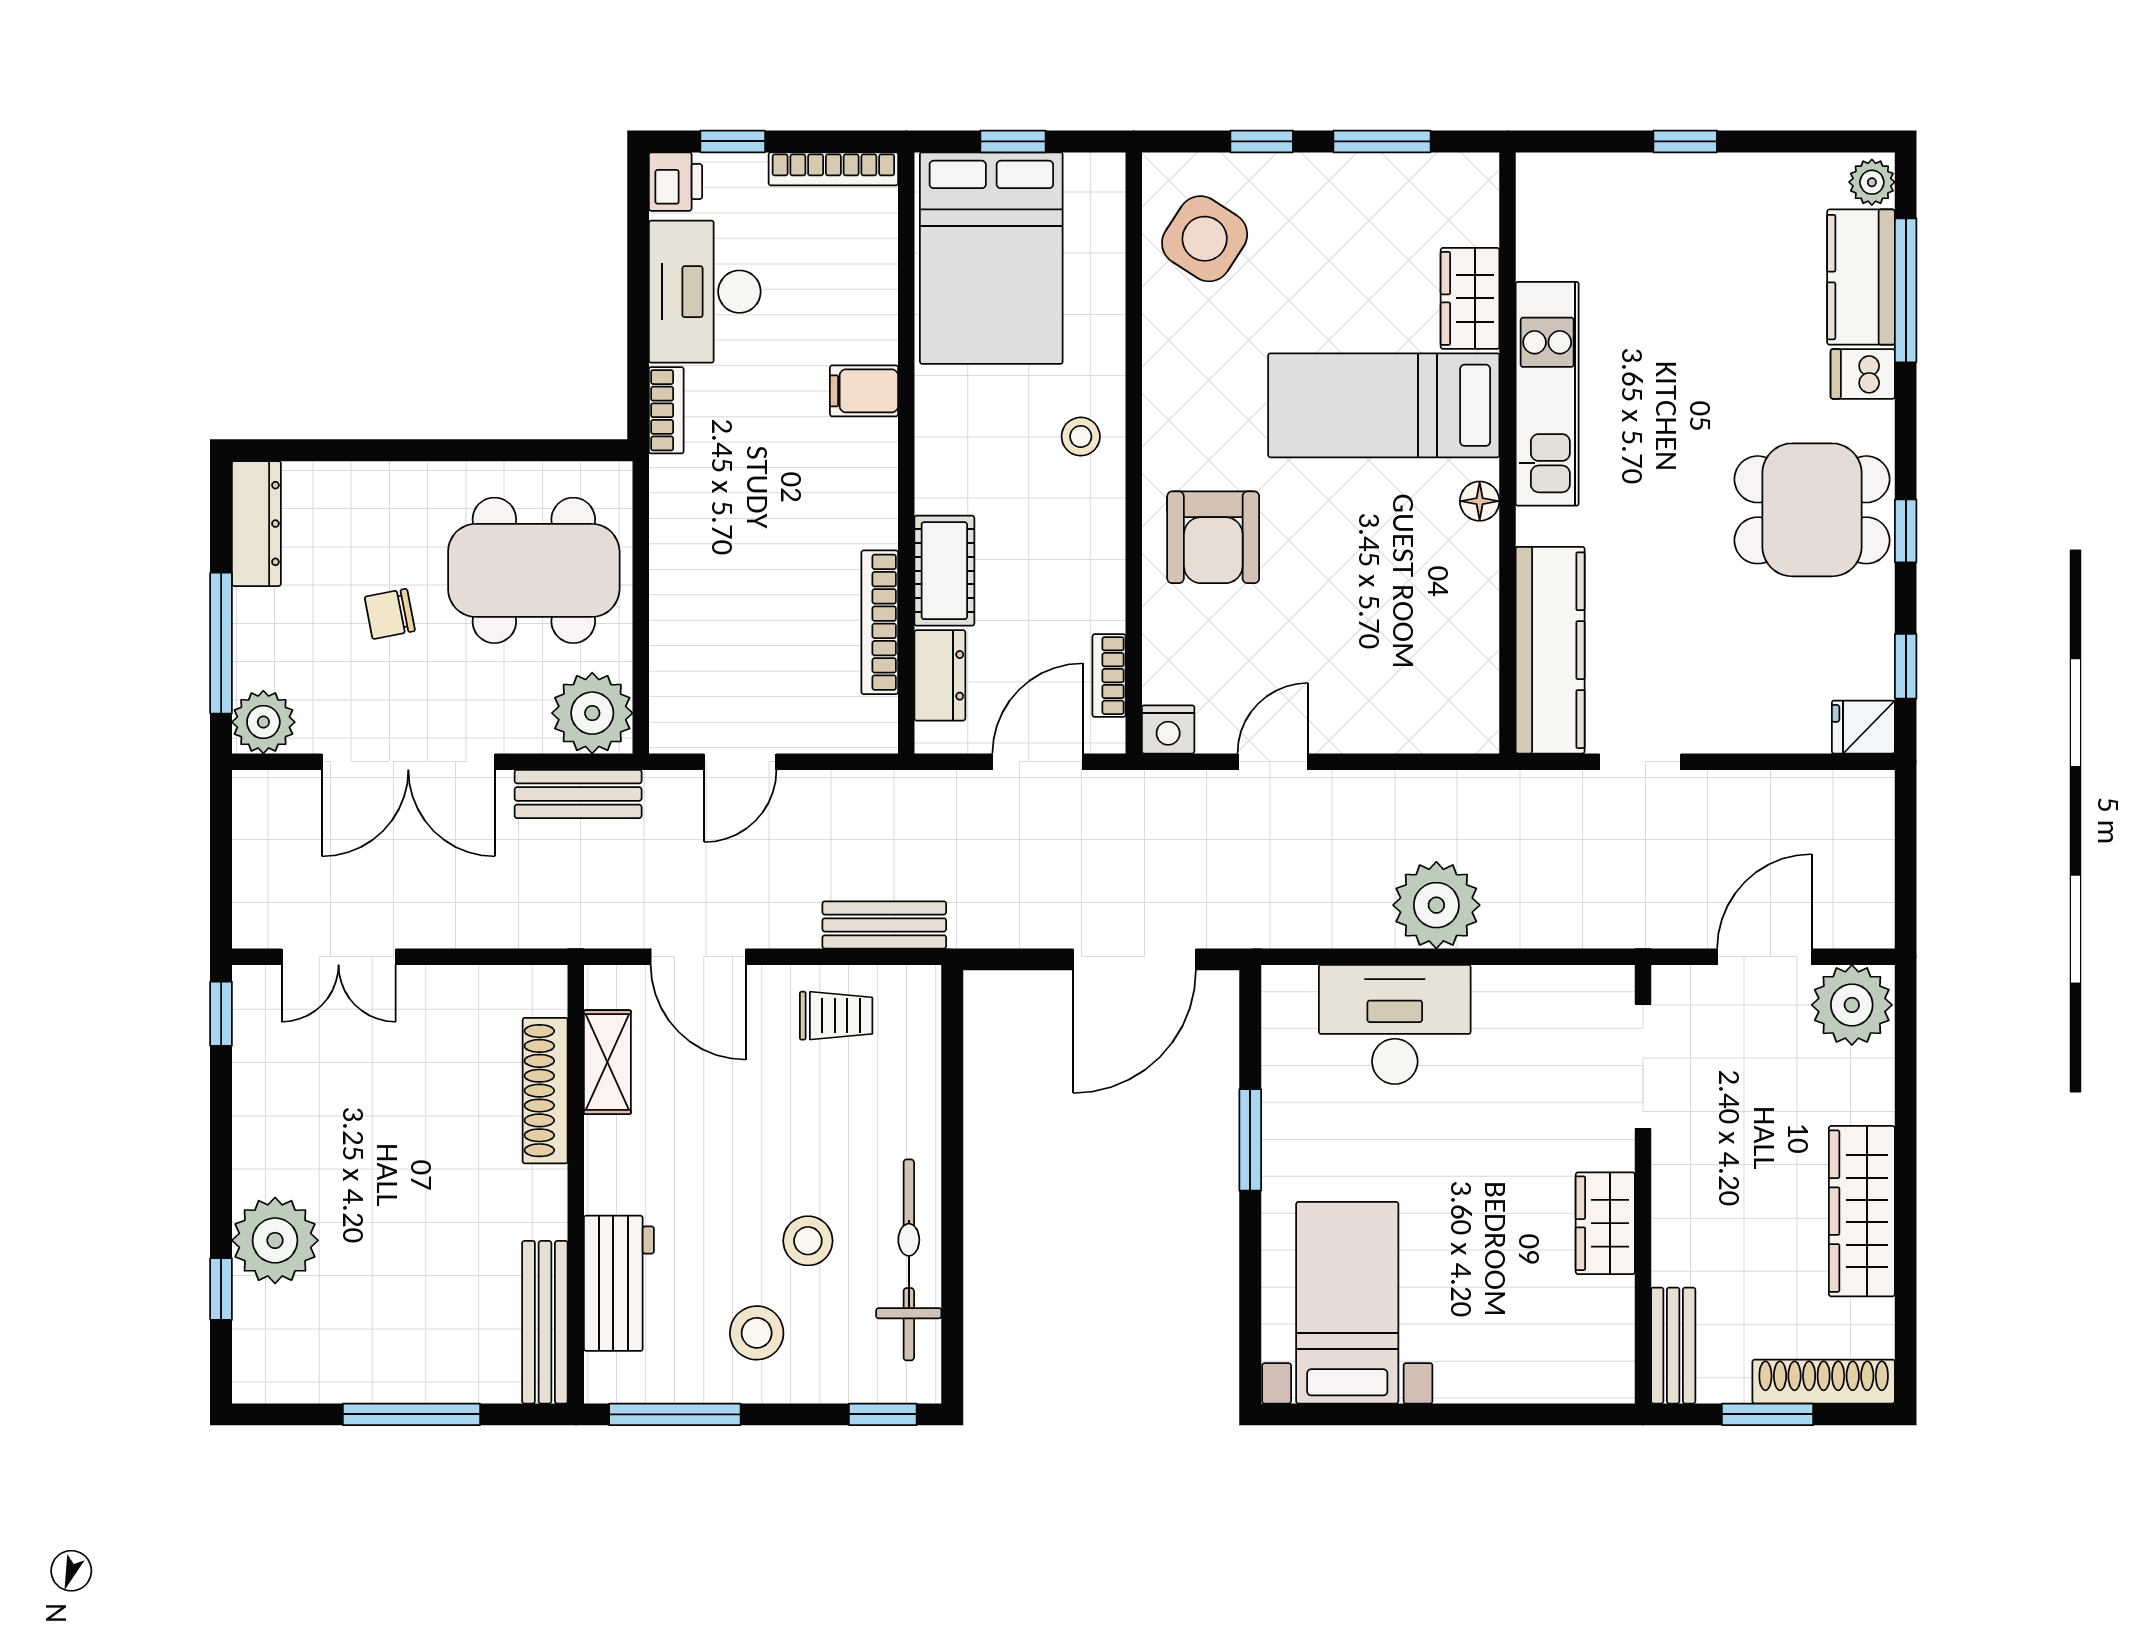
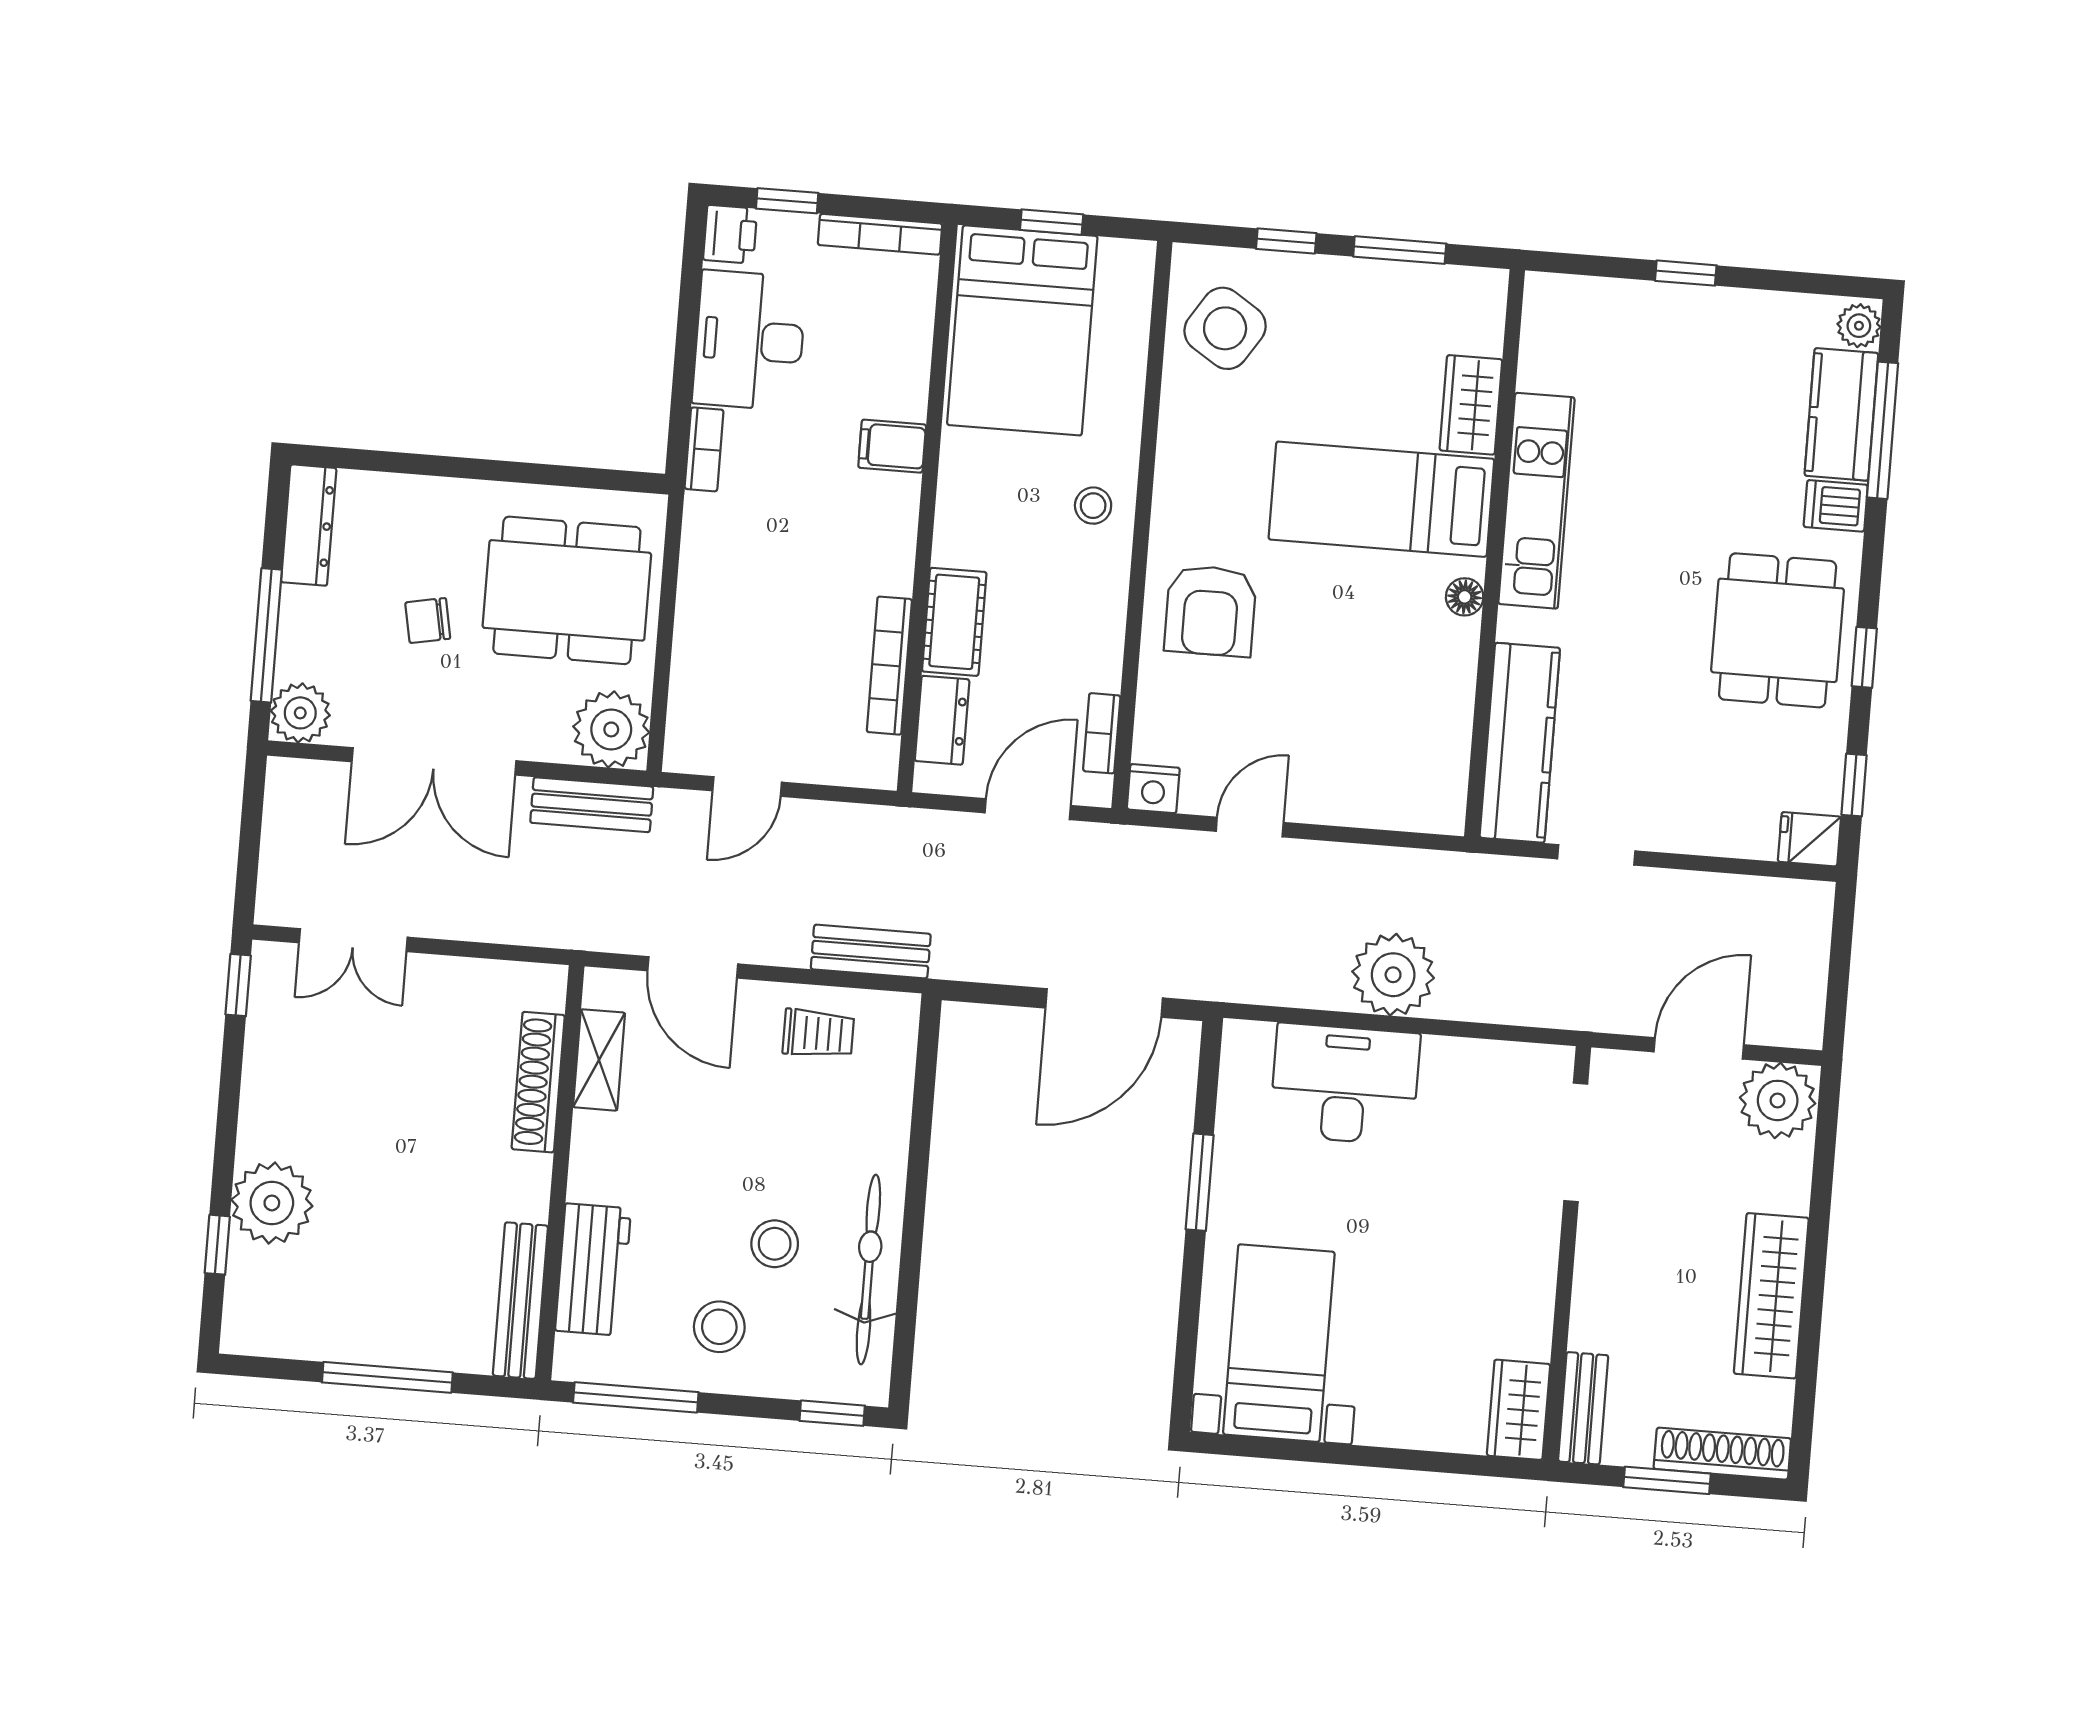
dining table: (1812, 510) -> (1778, 630), turned 90
wardrobe: (1605, 1223) -> (1518, 1410), moved

